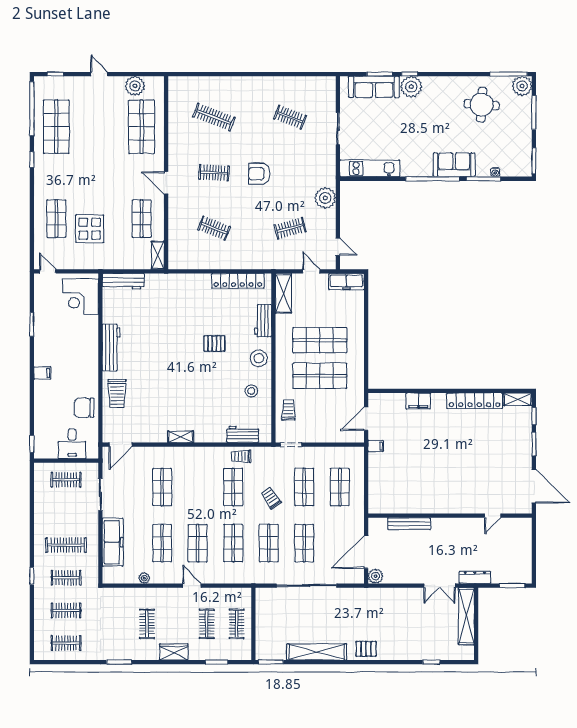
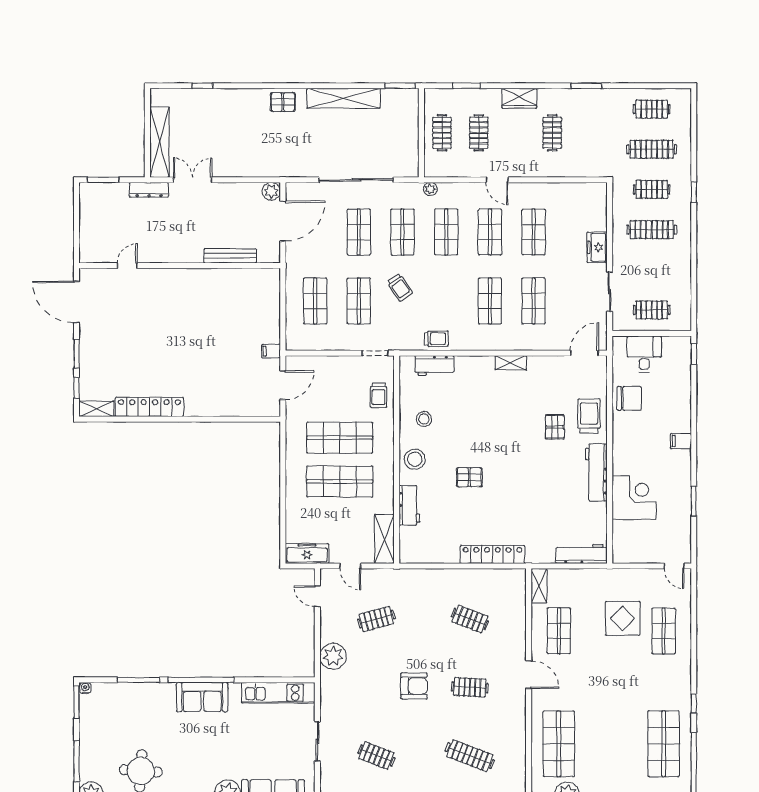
sofa: (454, 165) -> (202, 697), moved
water cooler: (495, 172) -> (85, 688), moved
locker: (238, 281) -> (492, 554), moved
corner desk: (80, 297) -> (634, 498), moved
pallet: (145, 385) -> (555, 427), added
filing cabinet: (418, 401) -> (219, 407), removed
shop shelf: (233, 487) -> (490, 301), moved
freezer: (113, 542) -> (597, 247), width x0.52, depth x0.79
plant: (144, 578) -> (430, 189), moved
clothes rail: (66, 610) -> (652, 149), width x1.36

